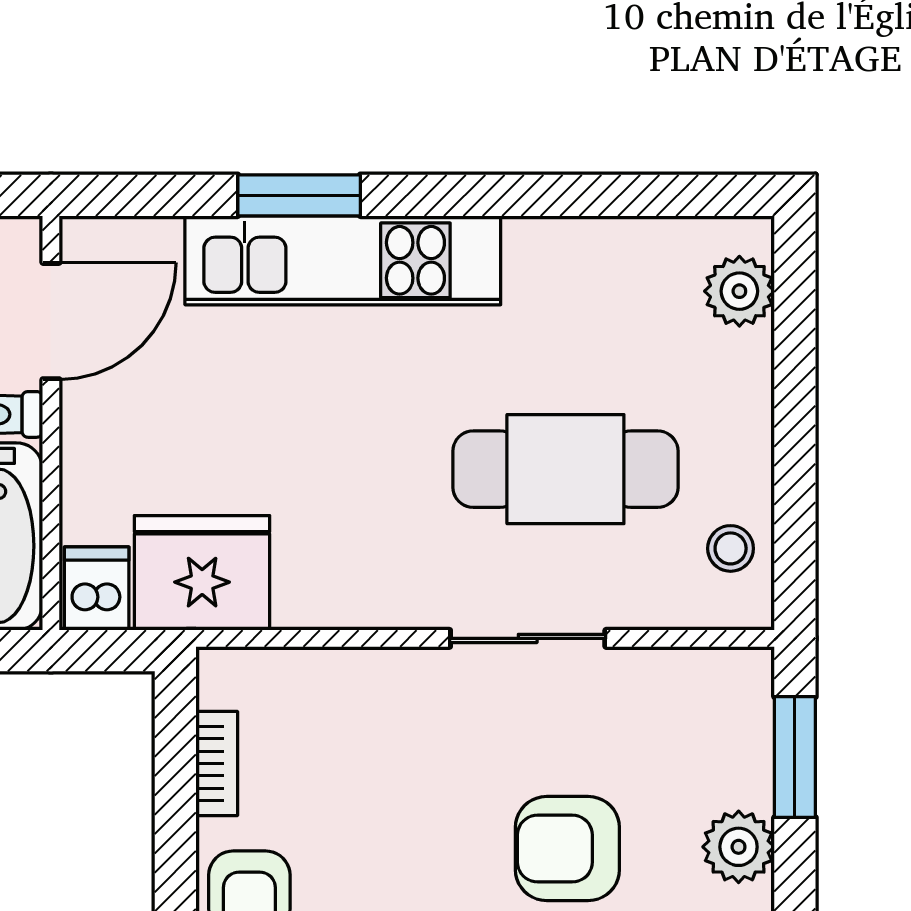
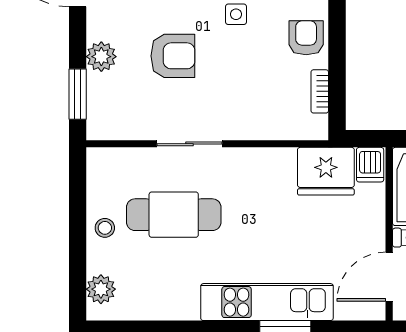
stool: (731, 548) -> (105, 228), moved

